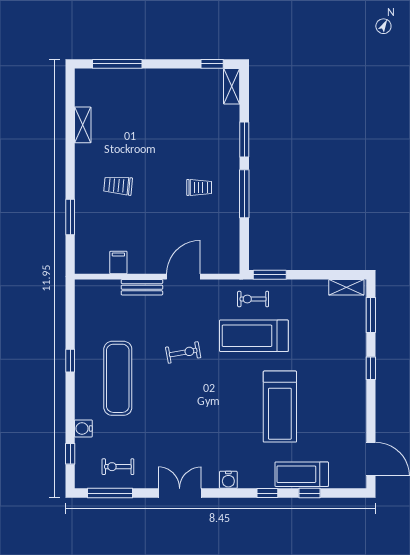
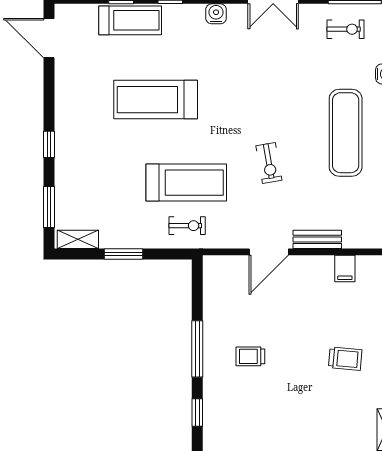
window: (244, 140) -> (197, 413), width x0.67
window: (270, 275) -> (123, 254), moved
exercise bike: (183, 352) -> (269, 163), turned -90
treadmill: (280, 407) -> (156, 100), turned -90

